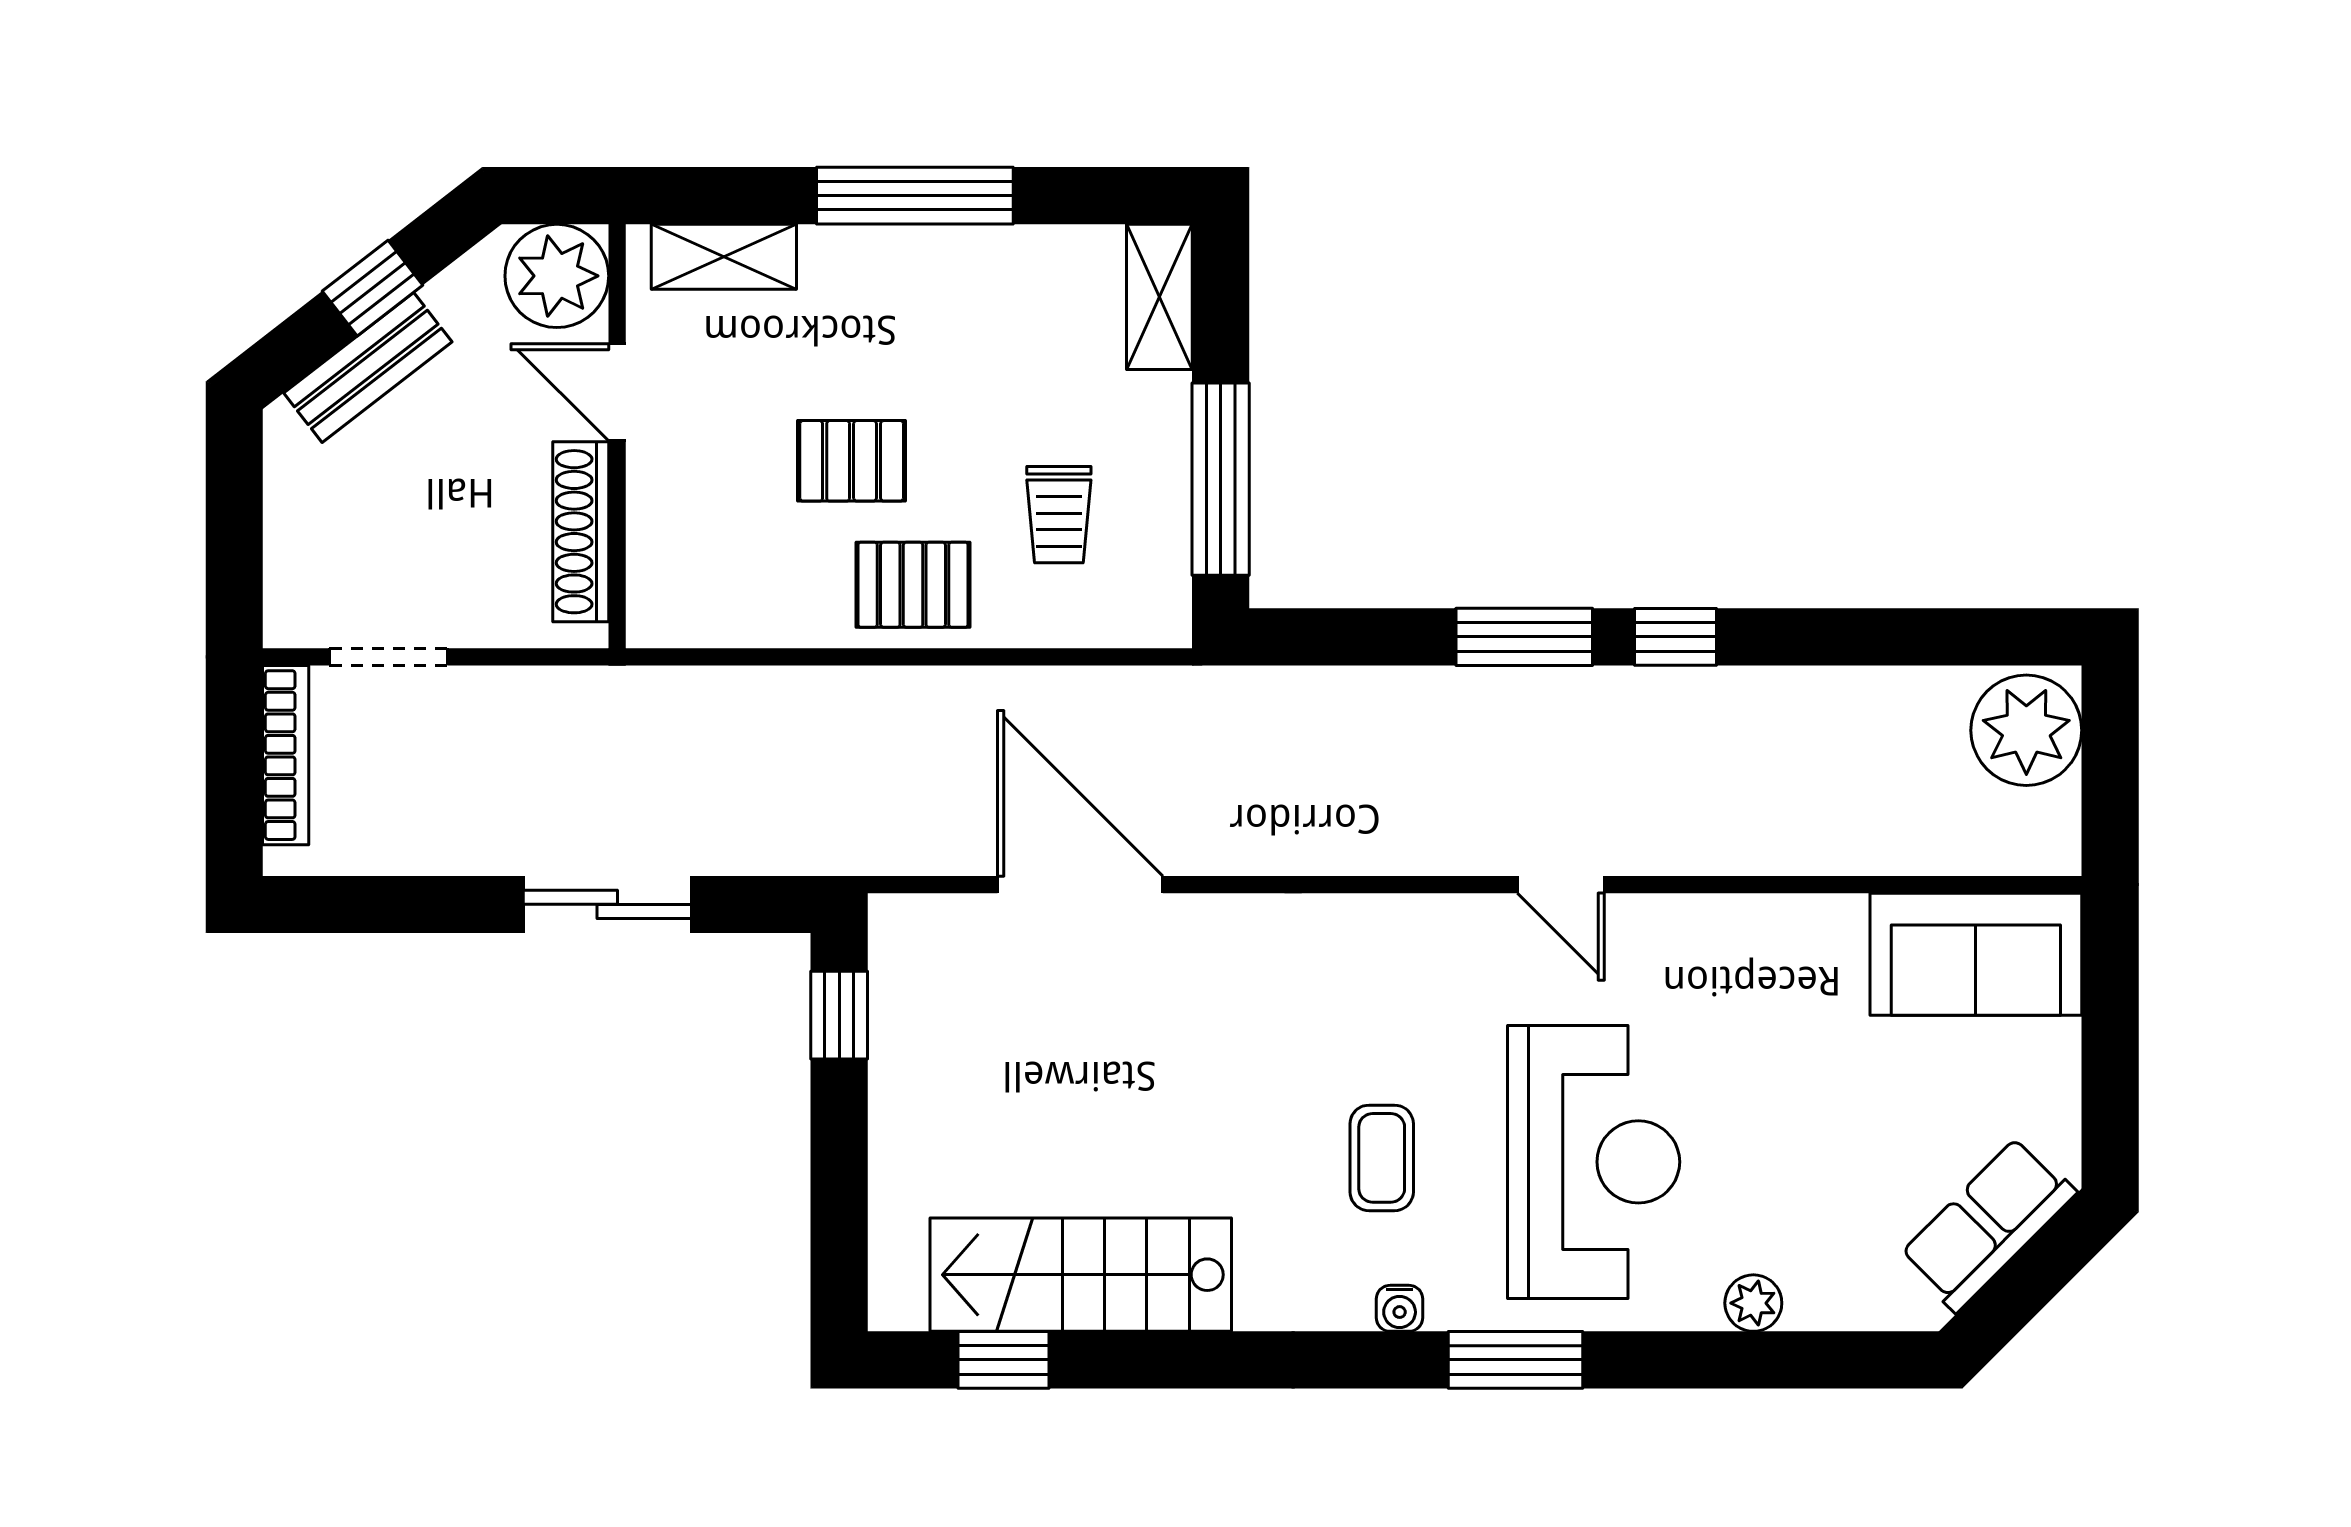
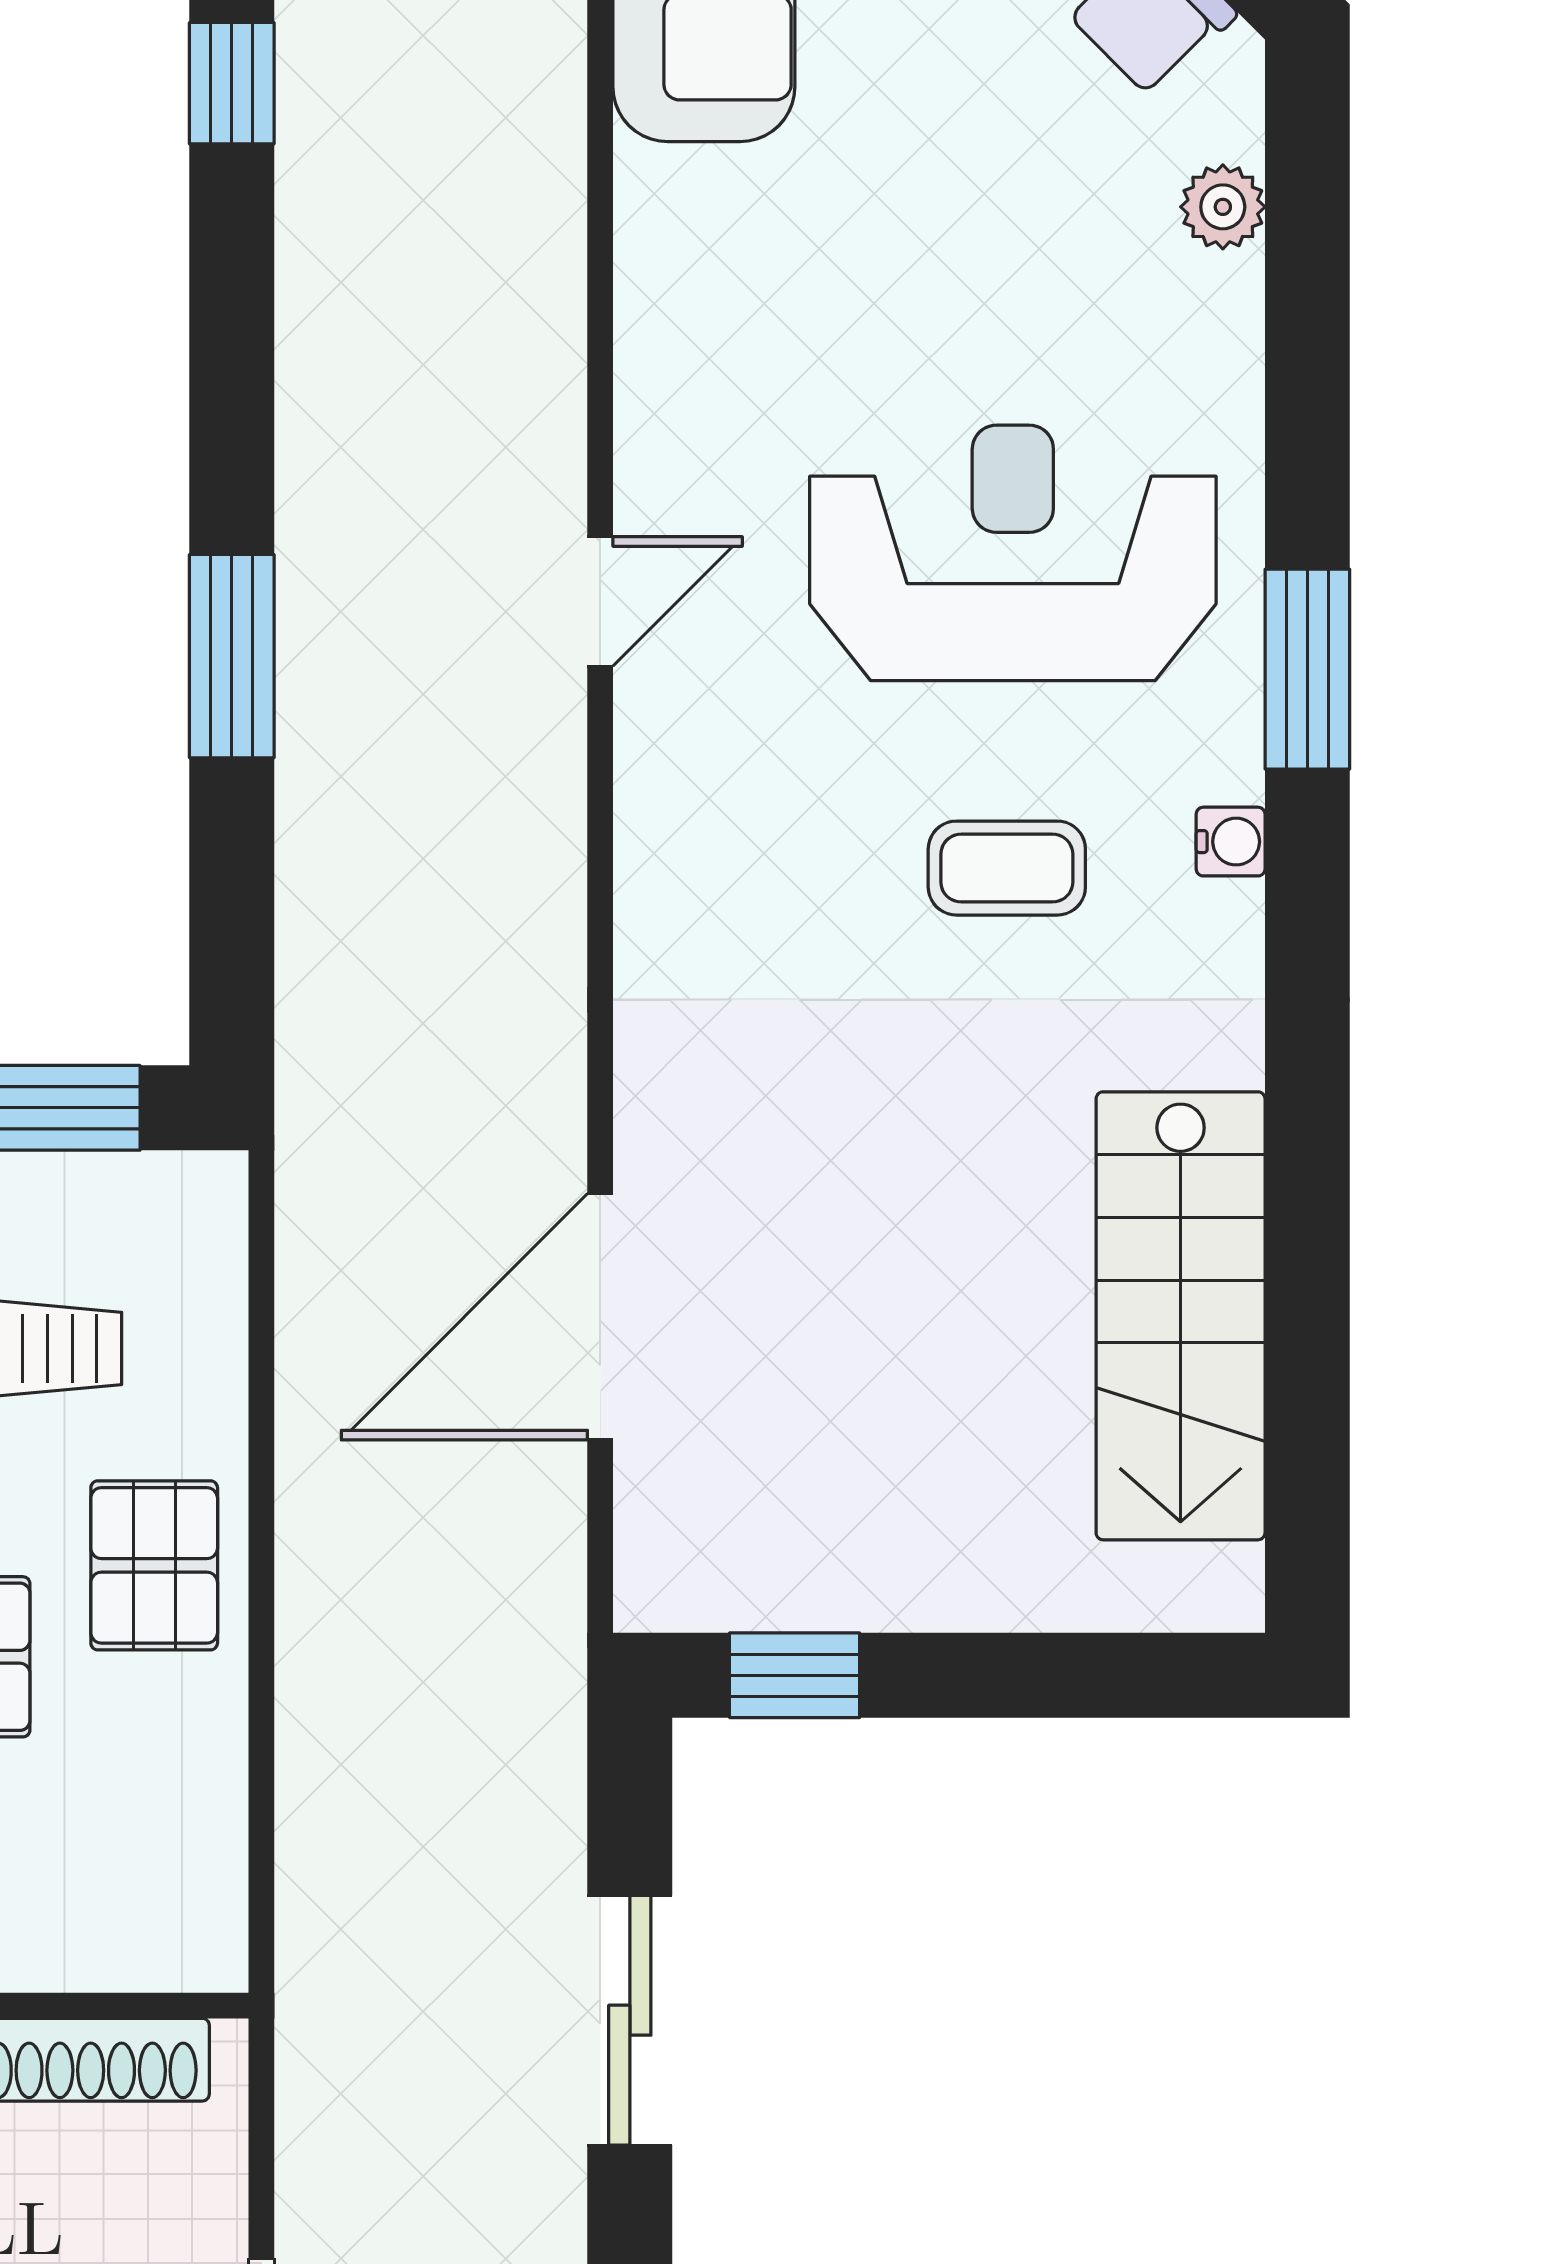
window: (1675, 637) -> (232, 83), moved
plant: (1753, 1303) -> (1223, 207), moved
window: (1004, 1360) -> (1307, 1431), removed

